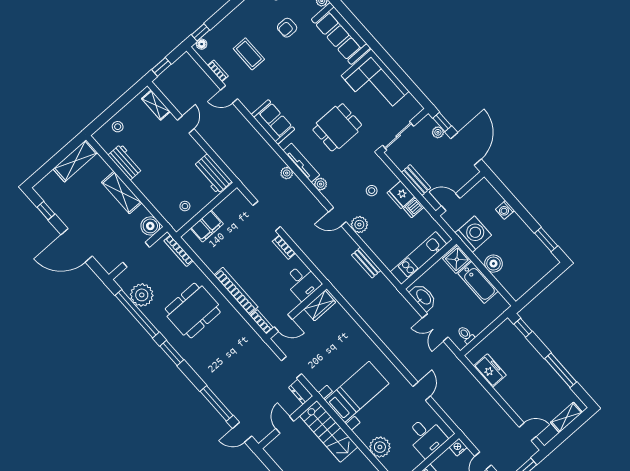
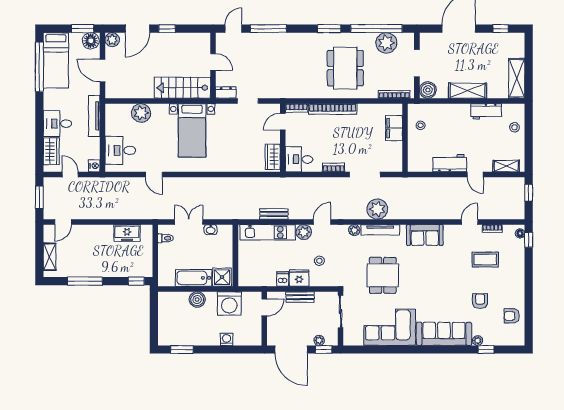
plant: (287, 173) -> (377, 209), width x1.87, depth x1.87
workbench: (213, 174) -> (450, 163), moved
kitchen unit: (418, 258) -> (268, 232), moved, turned 90
washbasin: (423, 297) -> (211, 230), width x0.52, depth x0.69

